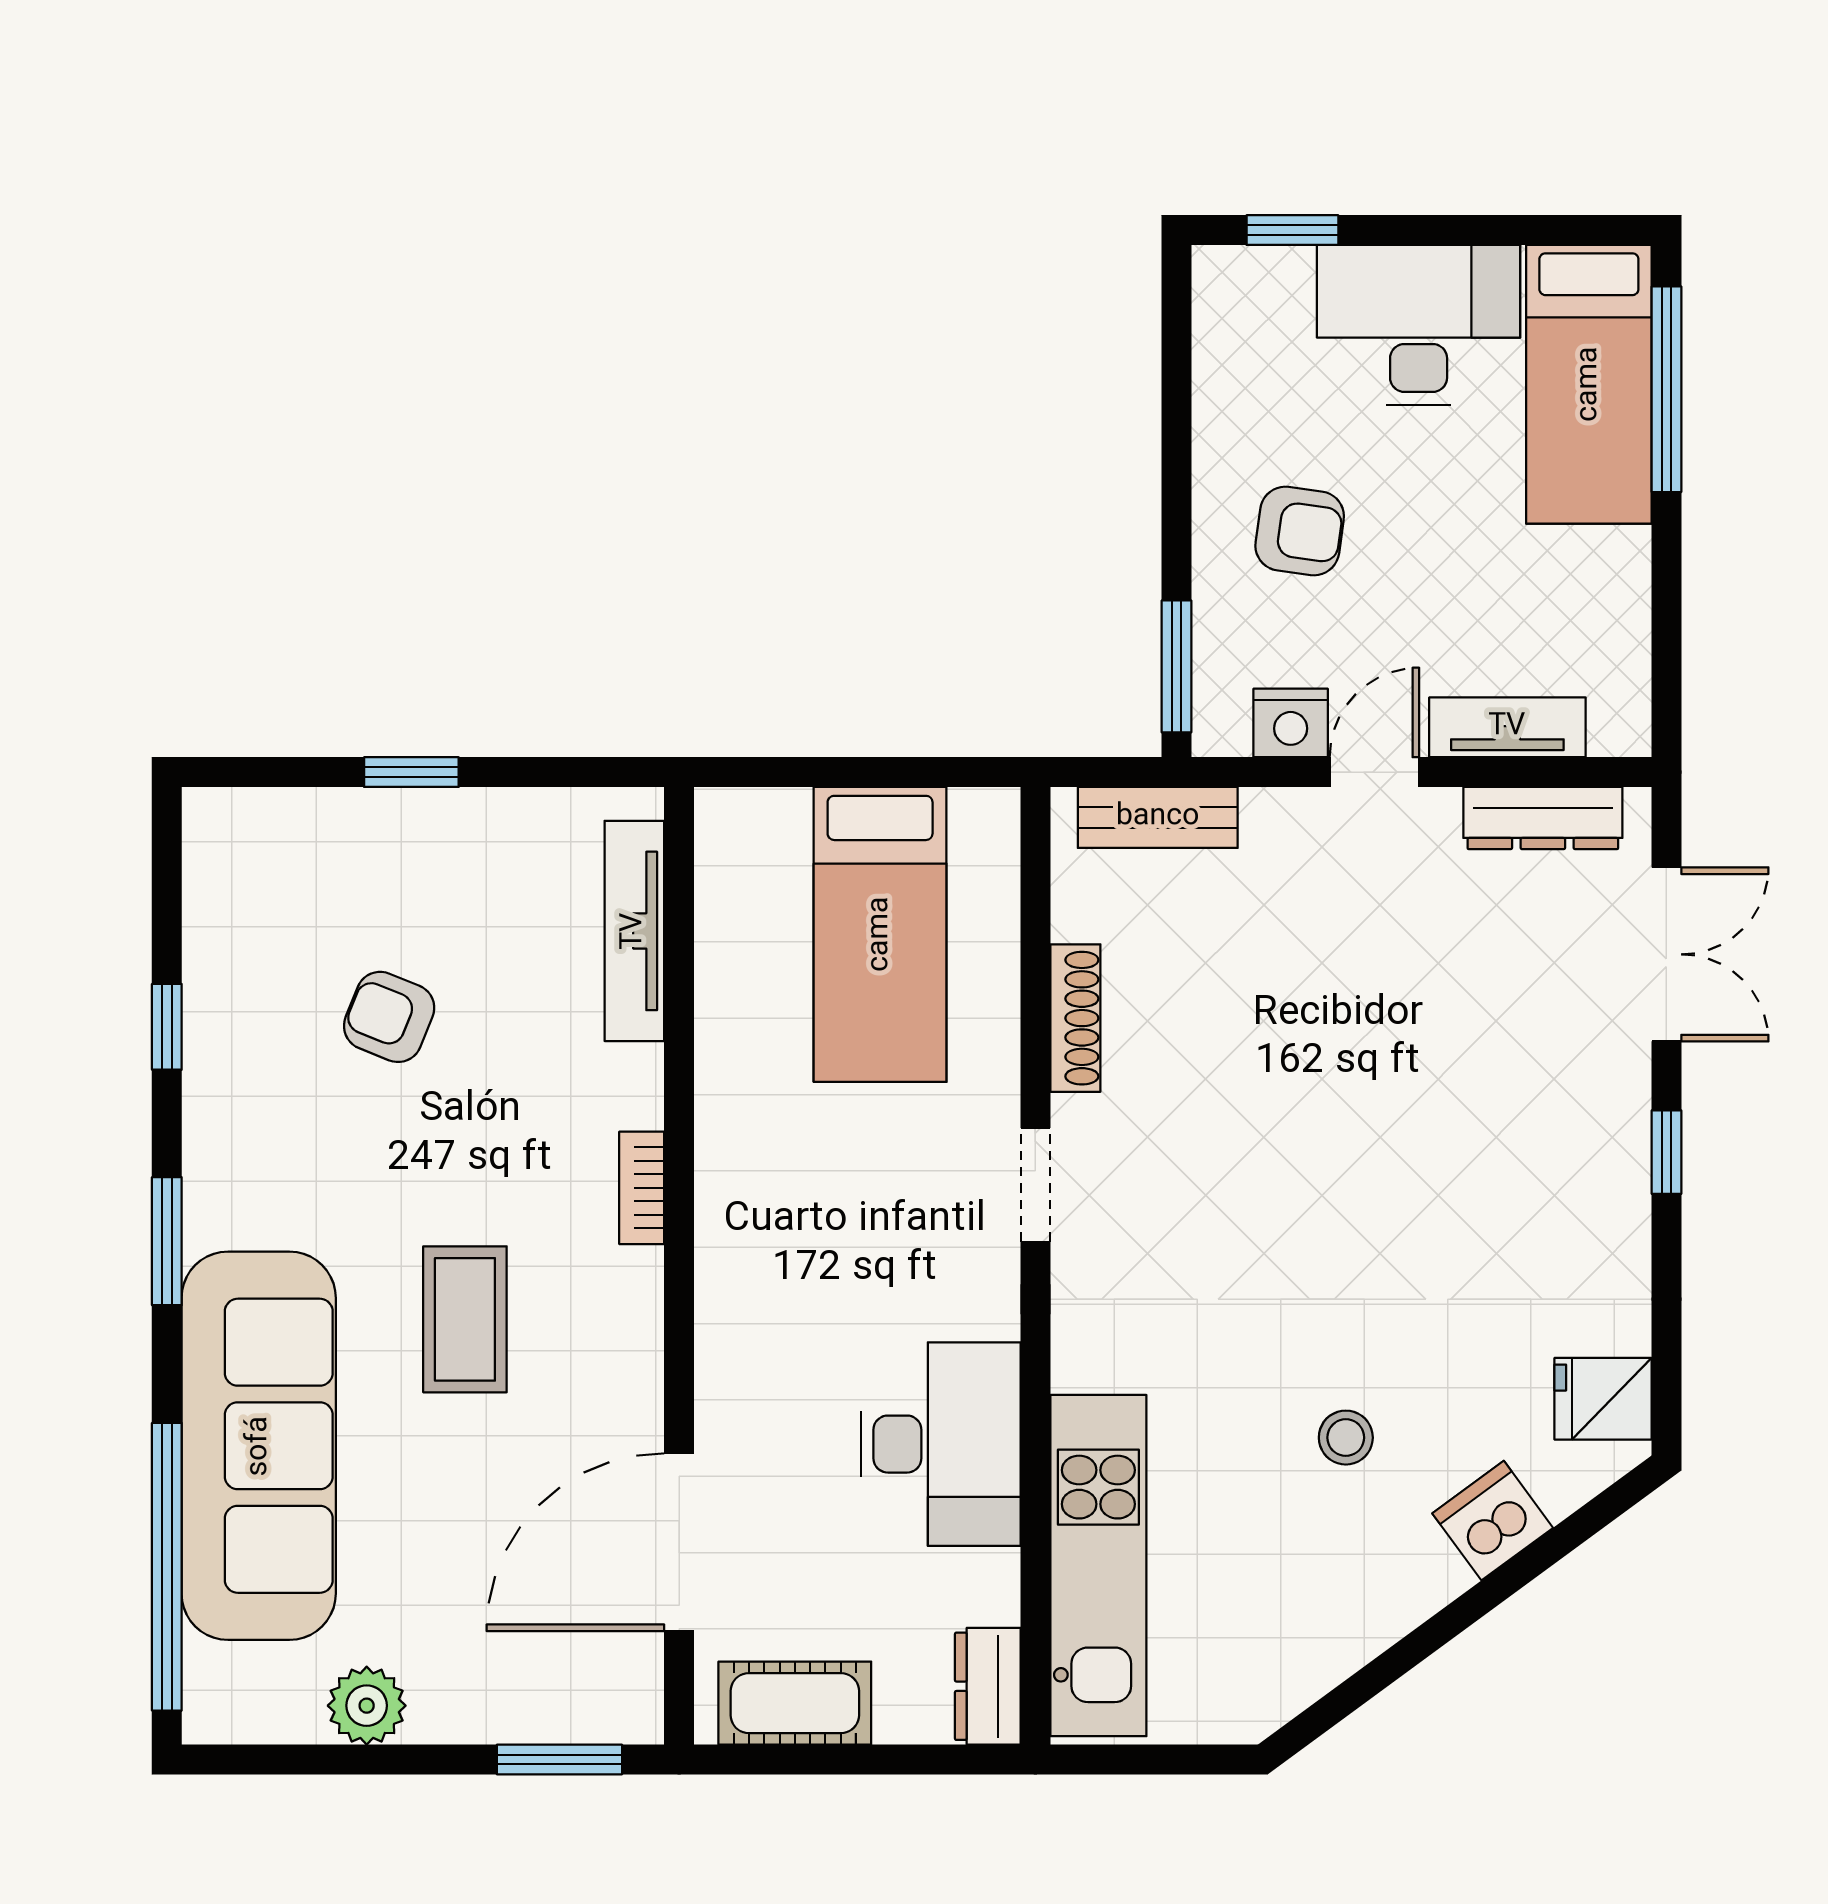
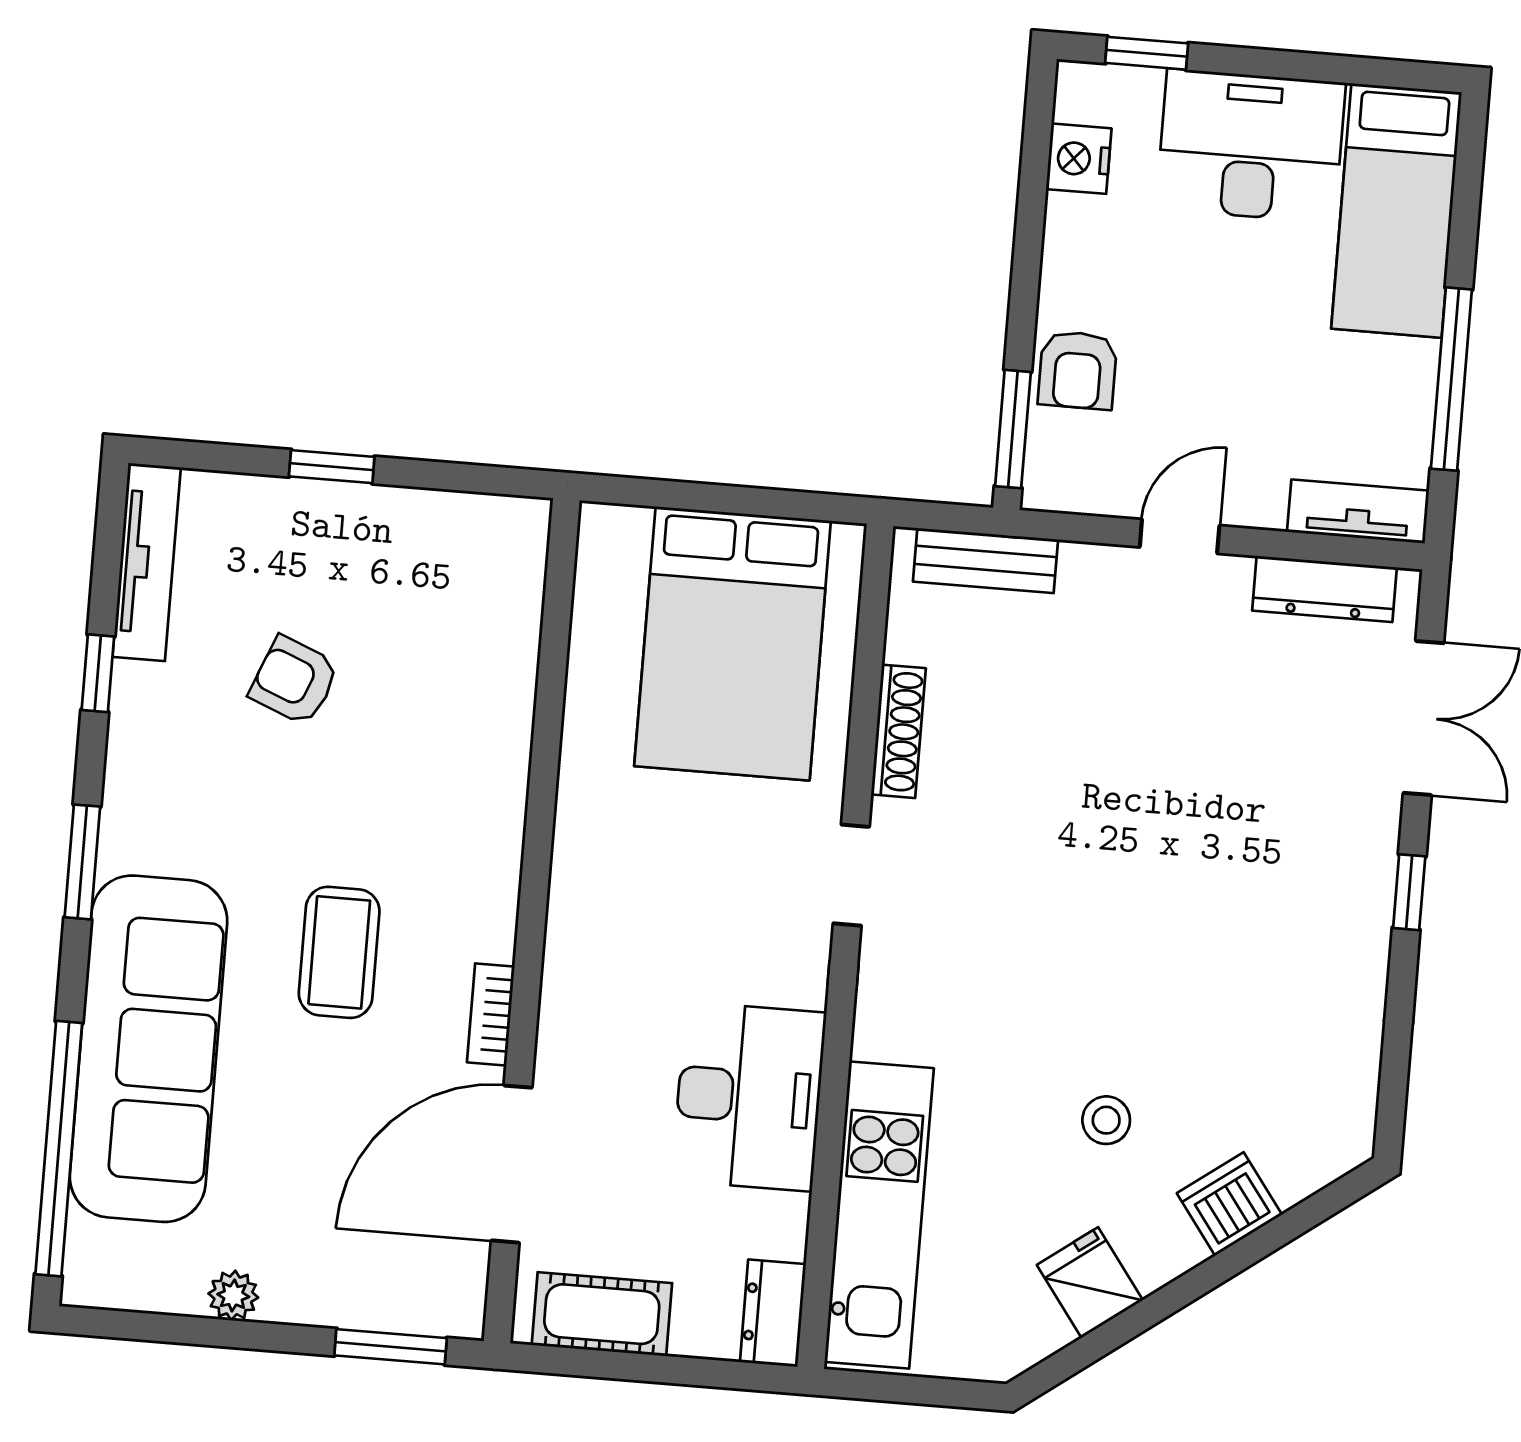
window: (1666, 389) -> (1451, 379), moved
armchair: (1300, 531) -> (1078, 370), moved, turned 82
nightstand: (1291, 723) -> (1079, 159), moved, turned 90
tv unit: (1507, 727) -> (1358, 511), moved
tv unit: (634, 931) -> (147, 562), moved, turned 180
bed: (880, 934) -> (733, 644), width x1.50
bookcase: (642, 1188) -> (491, 1014), moved
fridge: (1603, 1399) -> (1090, 1283), moved, turned 54
plant: (367, 1706) -> (233, 1295), width x0.73, depth x0.73

